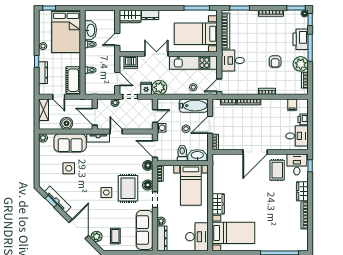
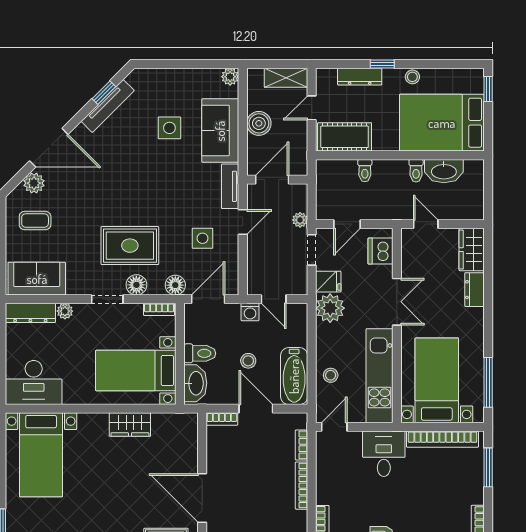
door: (219, 85) -> (334, 427), hinge flipped
side table: (106, 192) -> (203, 238), moved
wardrobe: (218, 204) -> (130, 425), moved
sofa: (145, 230) -> (37, 279), width x0.73

